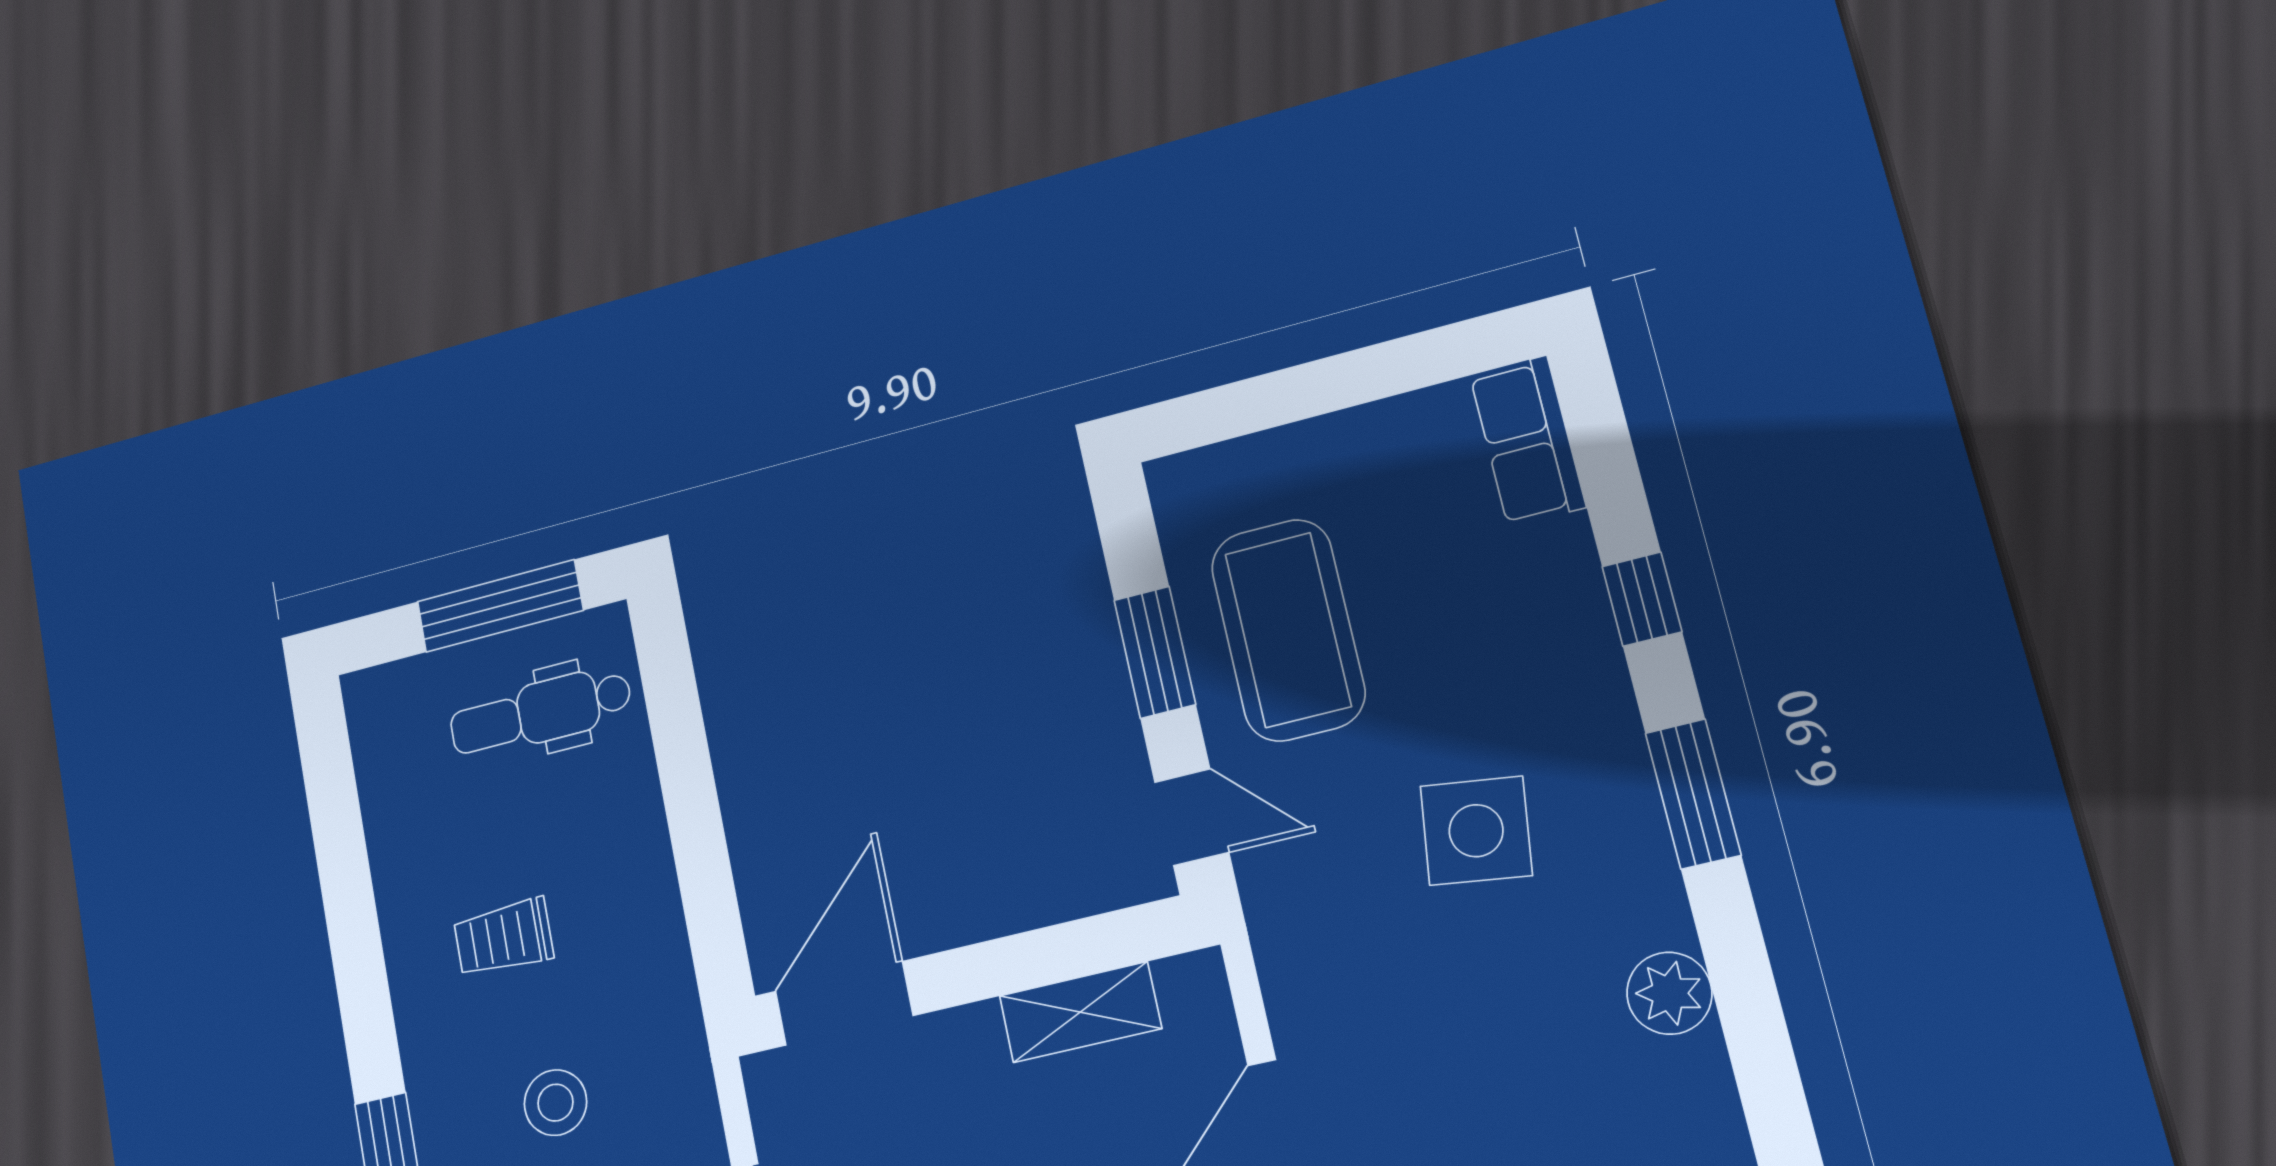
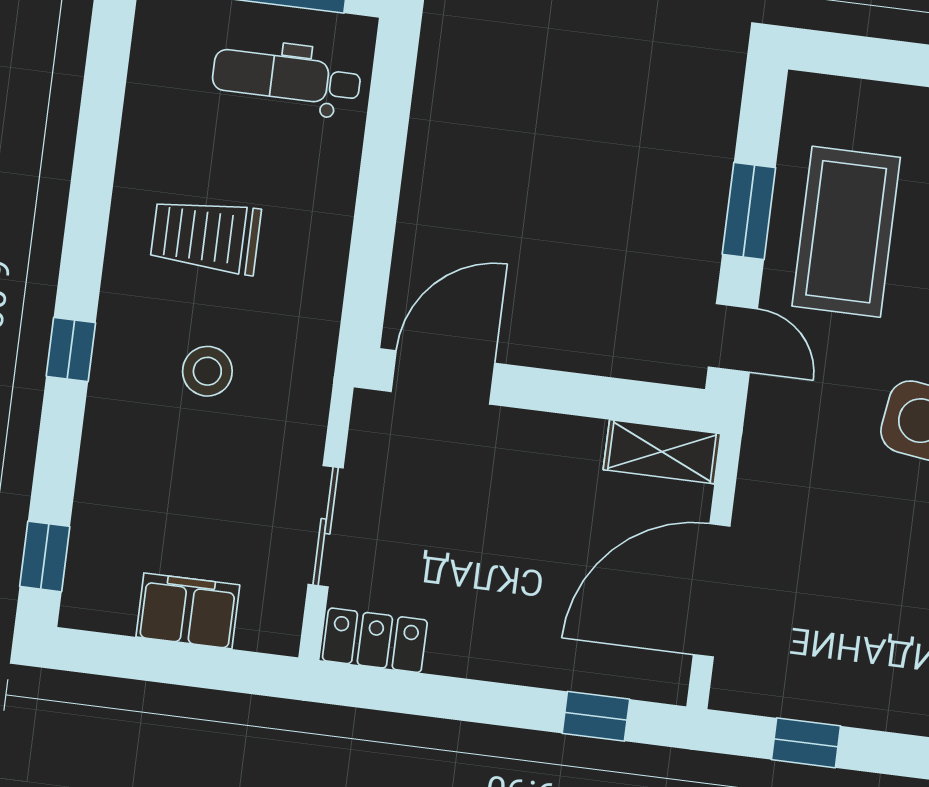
trolley: (503, 938) -> (206, 236), width x1.36, depth x1.39
shelving: (1080, 1012) -> (662, 452), moved

